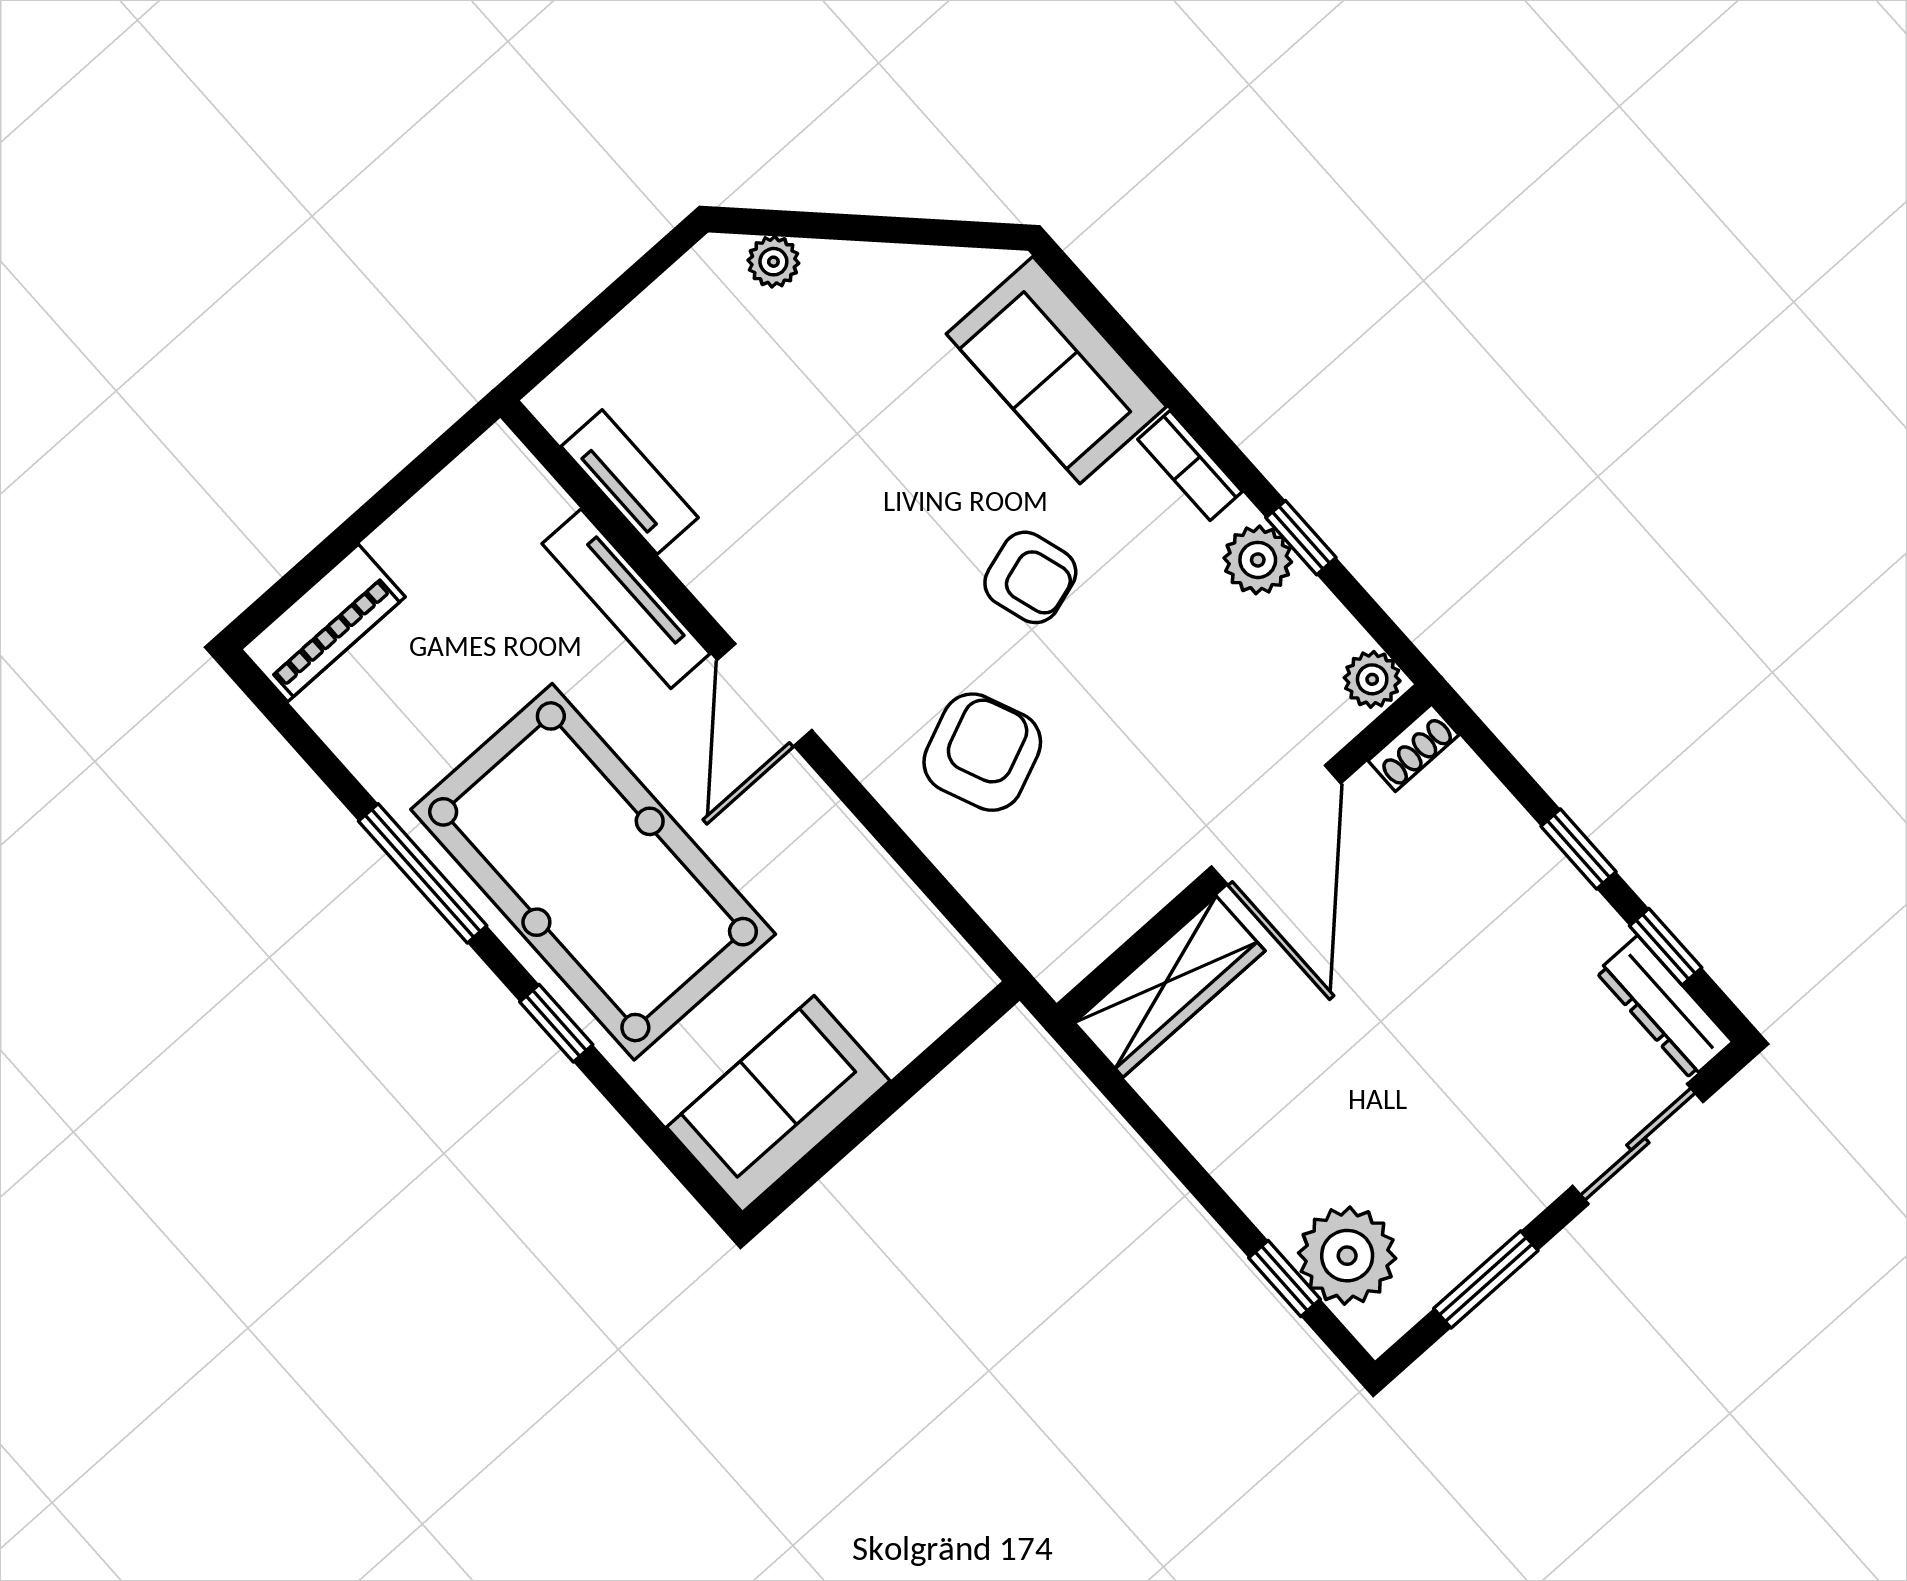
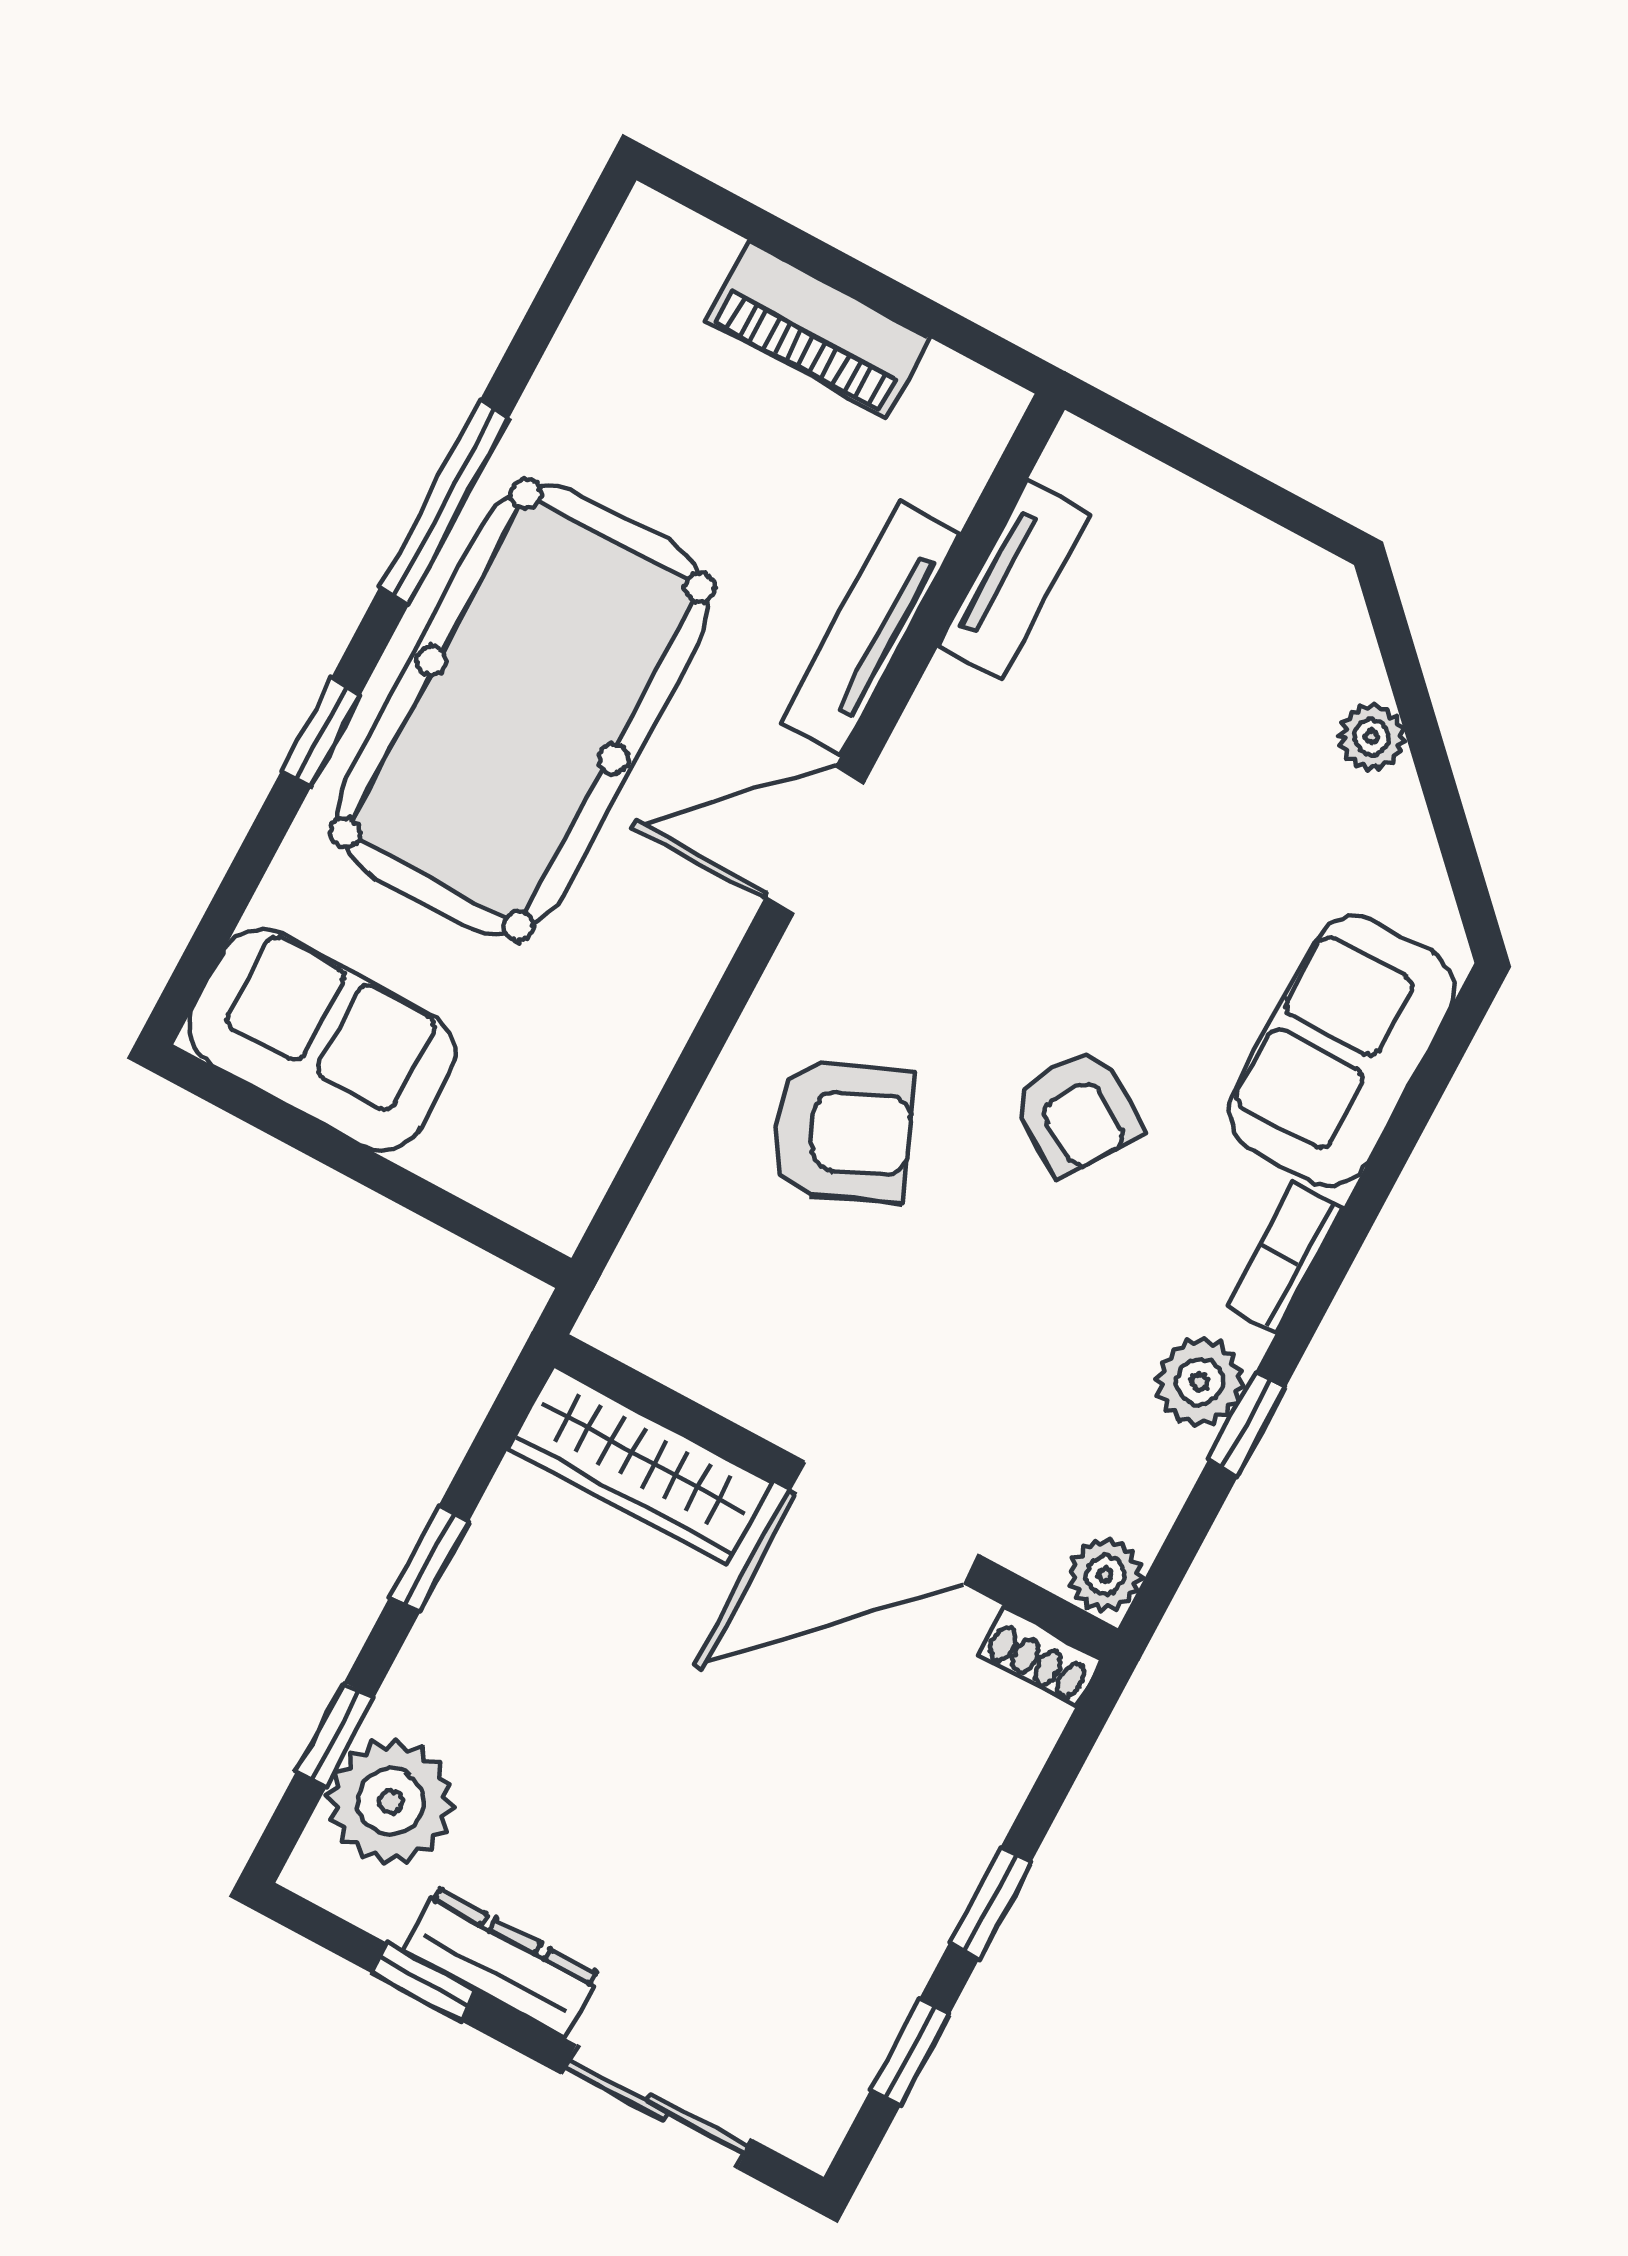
plant: (773, 262) -> (1372, 737), moved
armchair: (1030, 577) -> (1077, 1112), turned -40
piano: (323, 623) -> (817, 329), moved
dresser: (1664, 1007) -> (501, 1963), moved, turned 90
window: (1182, 1163) -> (430, 1559), added
window: (1486, 1279) -> (423, 1982), width x0.67

